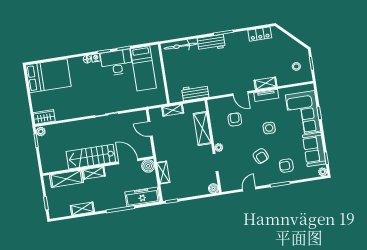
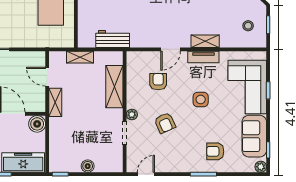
door: (240, 94) -> (171, 49), hinge flipped
armchair: (261, 156) -> (165, 123), moved
shelving: (163, 172) -> (55, 102), moved
boiler: (213, 188) -> (88, 166), moved
door: (249, 189) -> (146, 174), moved

